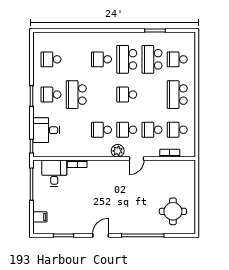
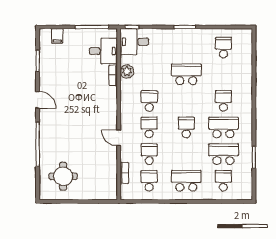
school desk: (51, 95) -> (186, 48), removed
desk: (46, 130) -> (134, 42), moved, turned -90
plant: (118, 151) -> (127, 71), moved

